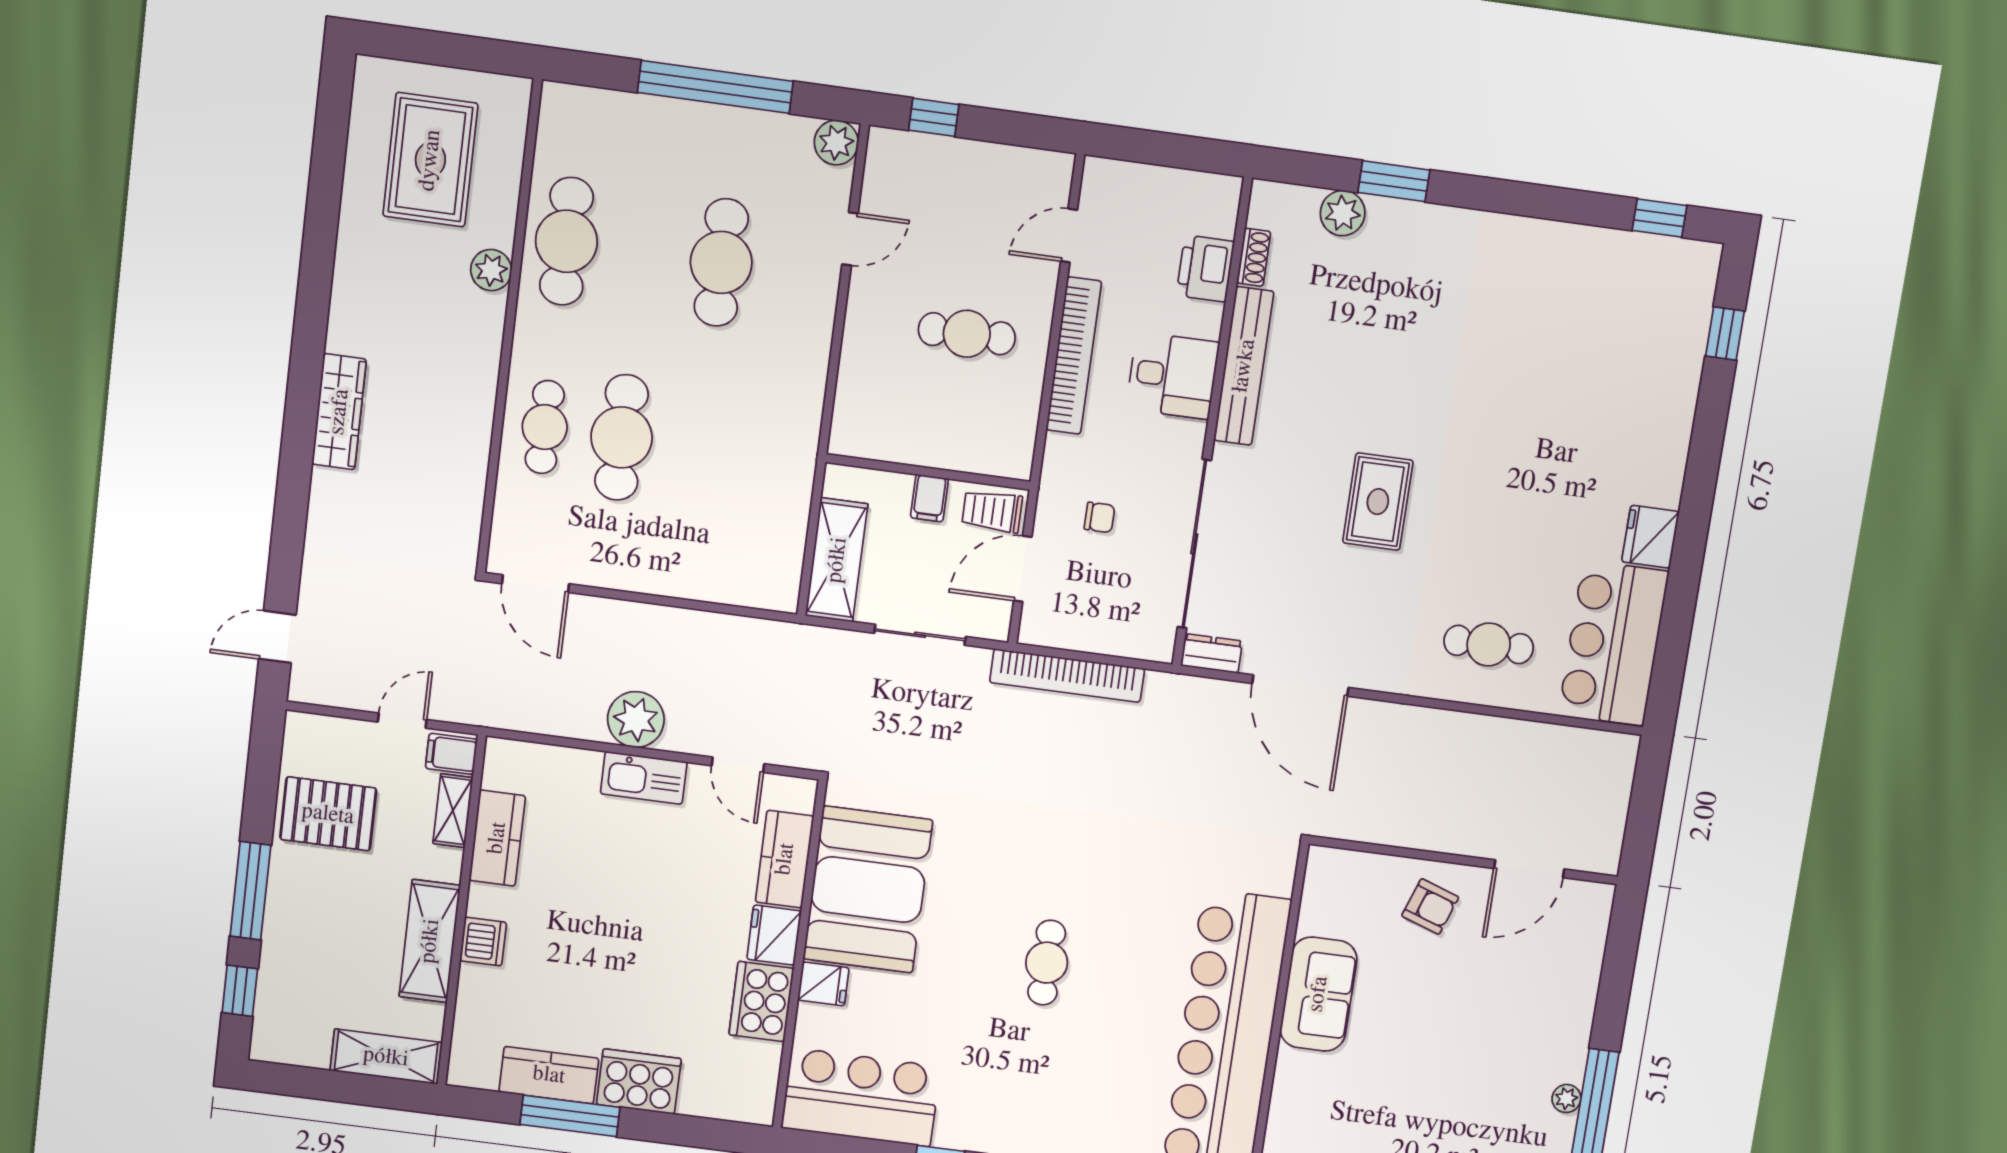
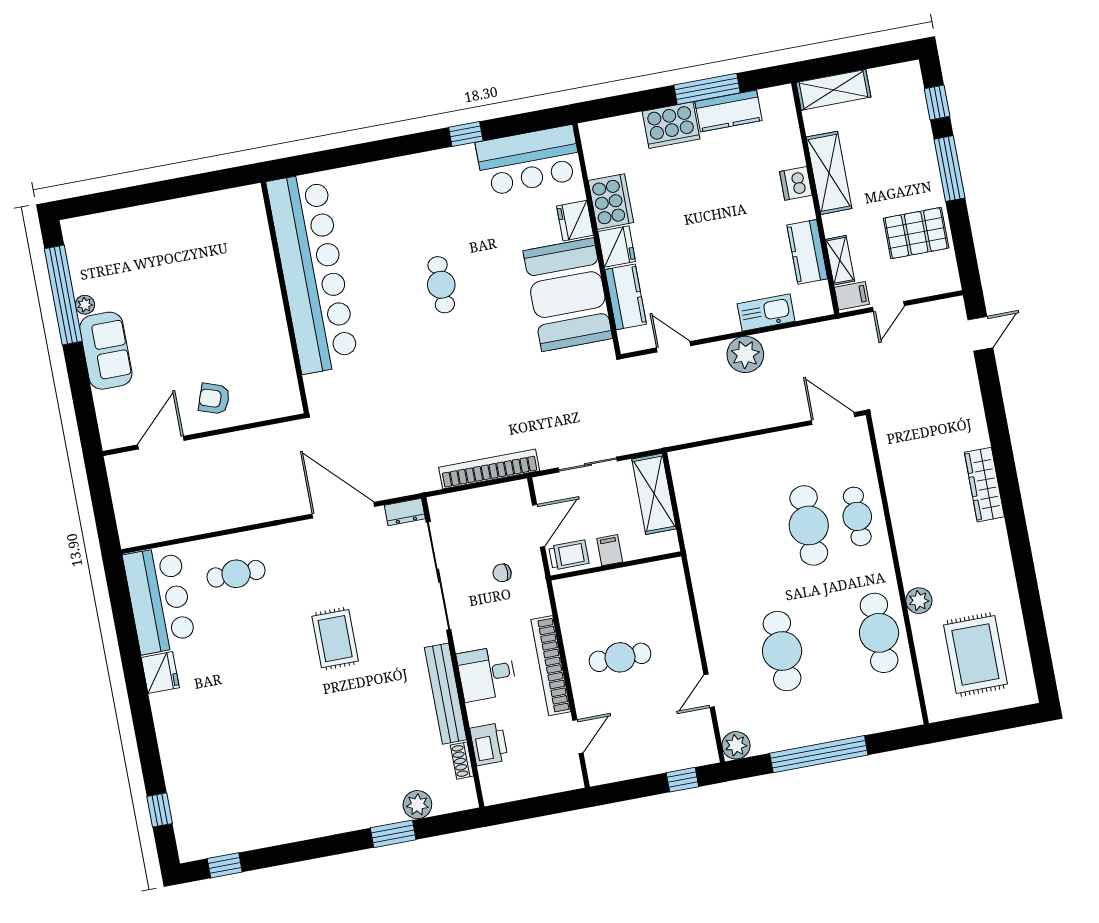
kitchen sink: (644, 778) -> (766, 313), moved
fridge: (823, 984) -> (575, 221), width x1.38
sofa: (1318, 994) -> (106, 351), moved, turned 180

